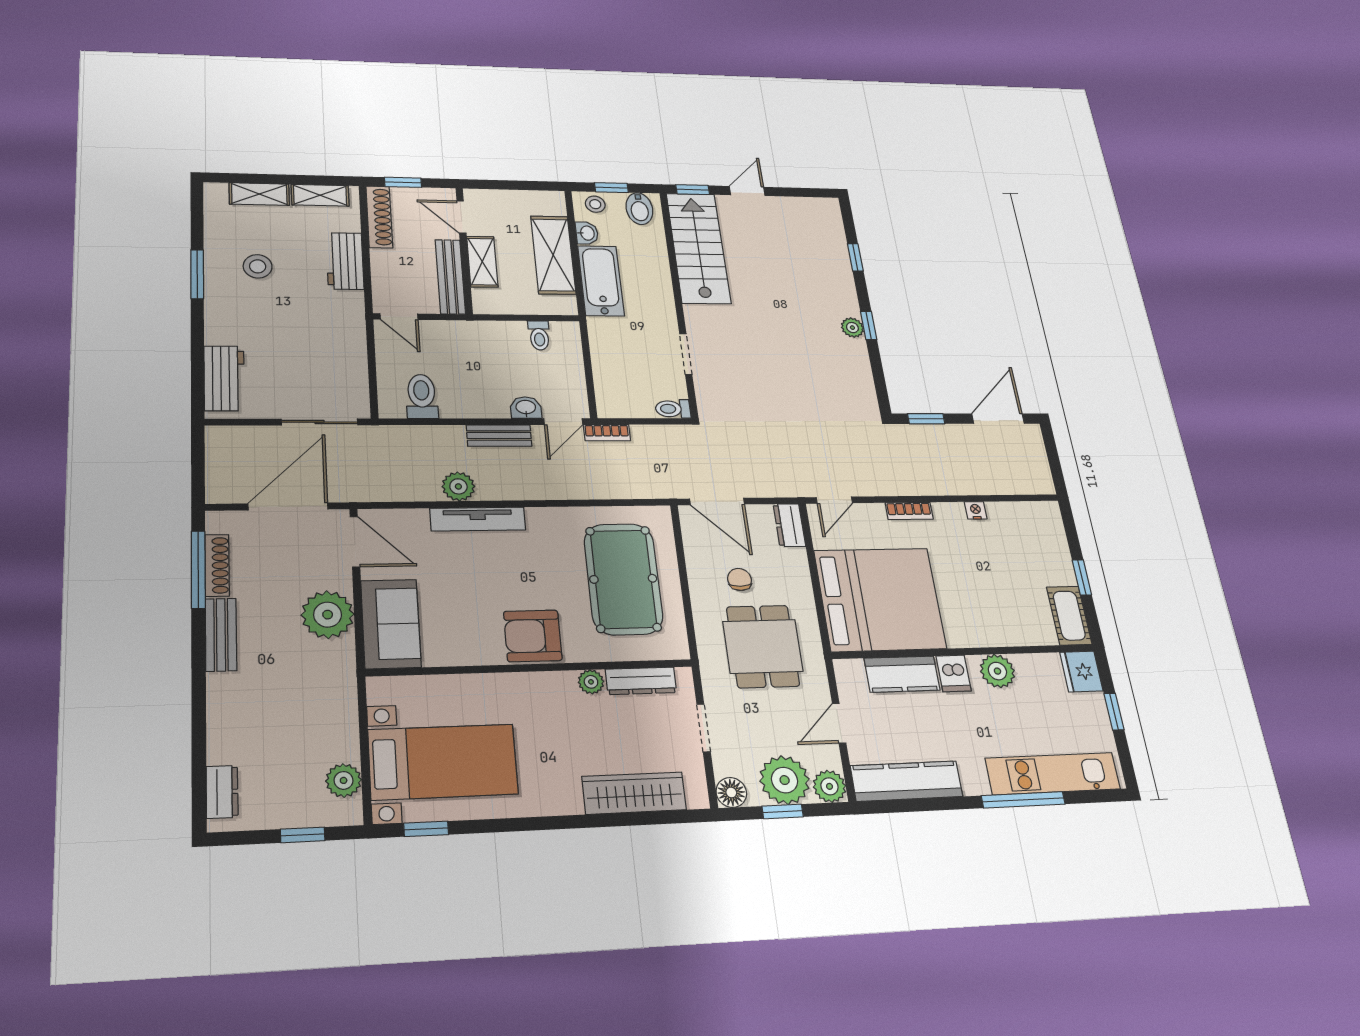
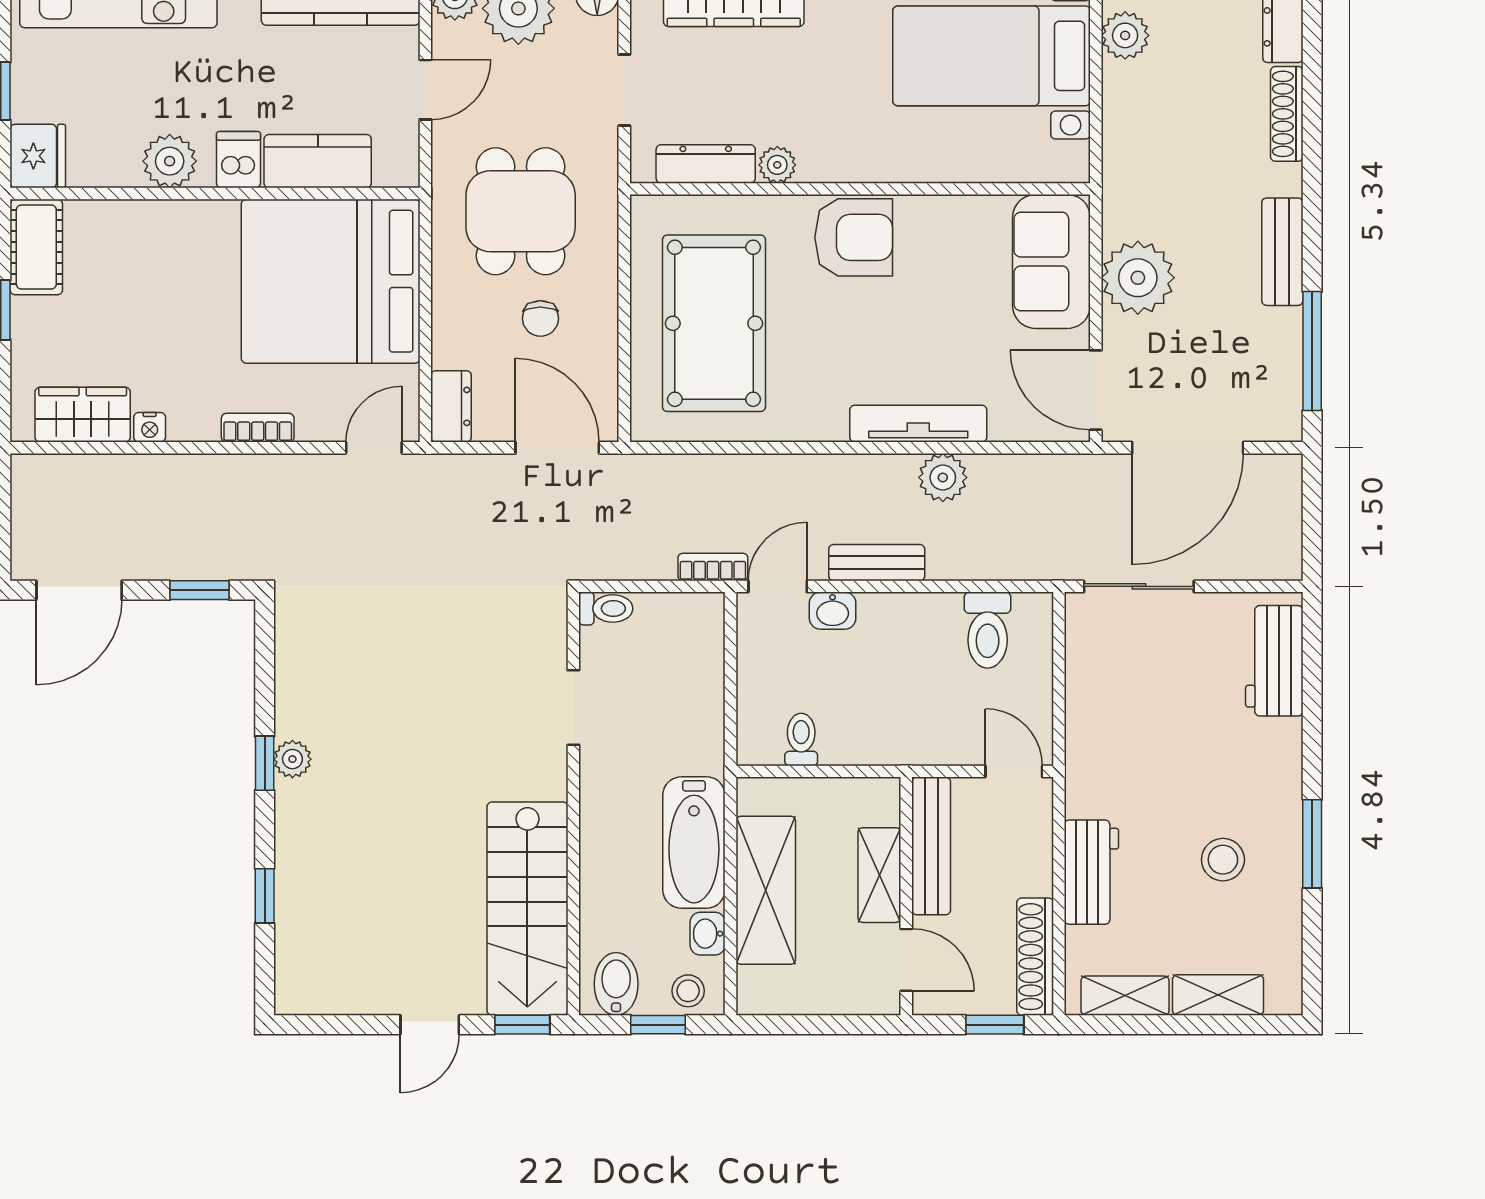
wardrobe: (1018, 517) -> (83, 415), added
shoe rack: (217, 565) -> (1287, 114), moved

